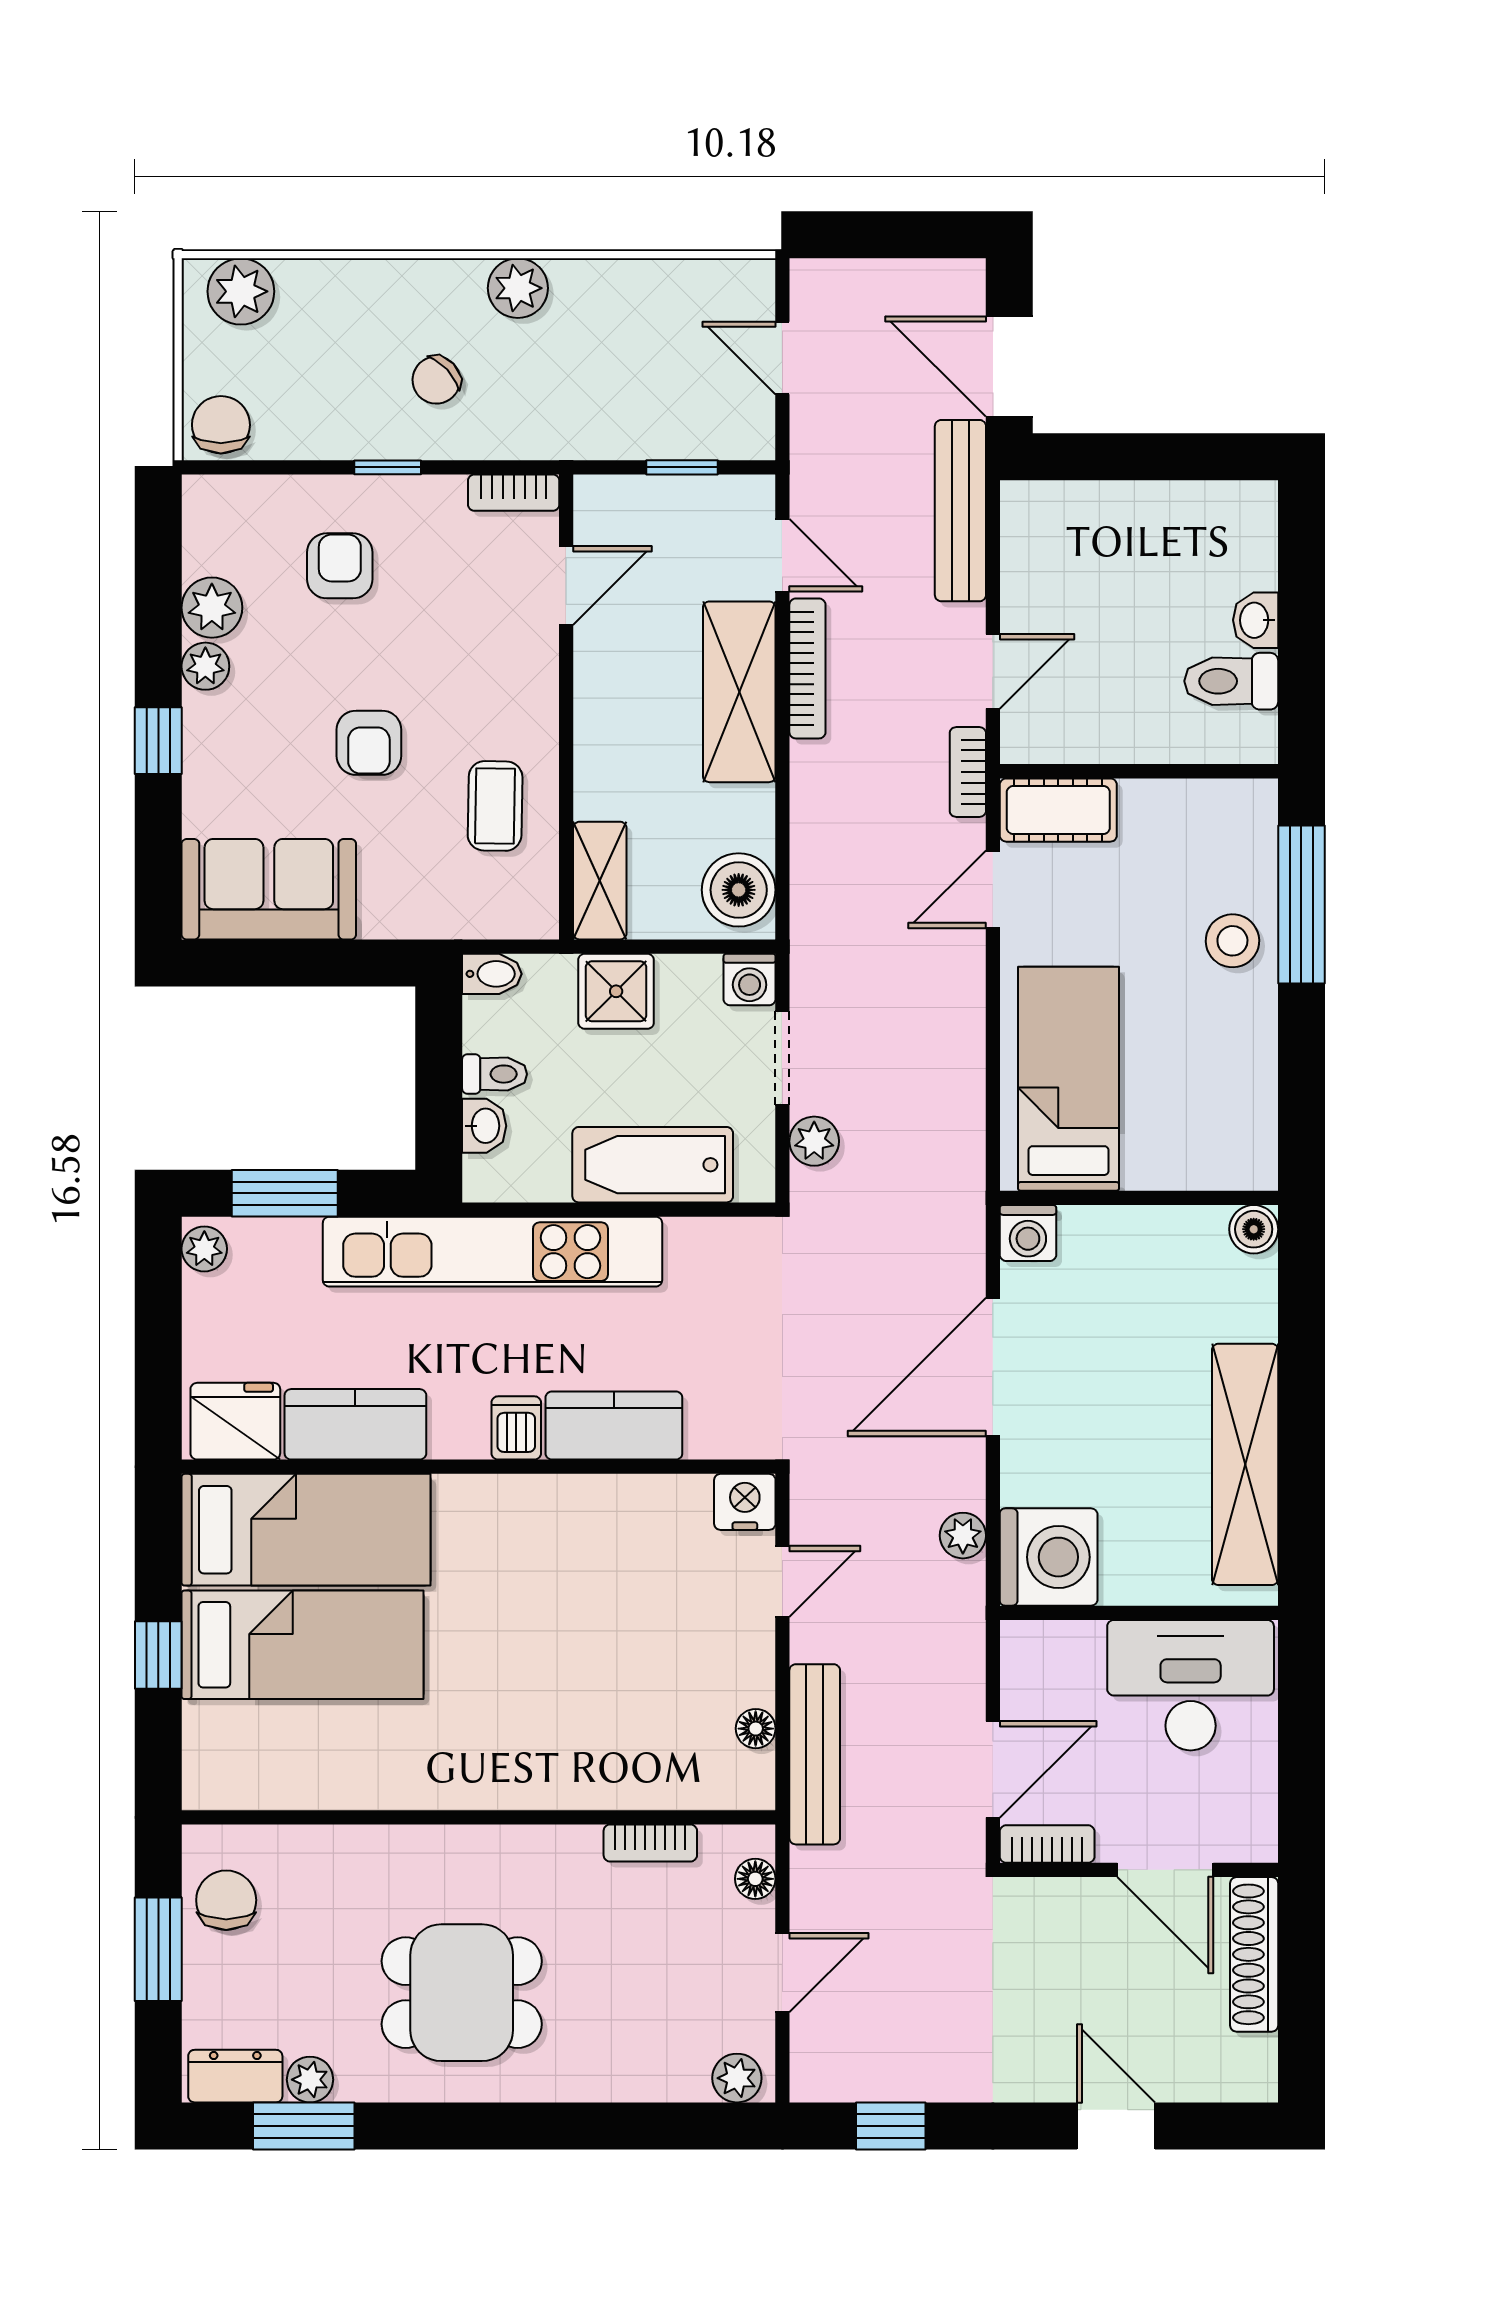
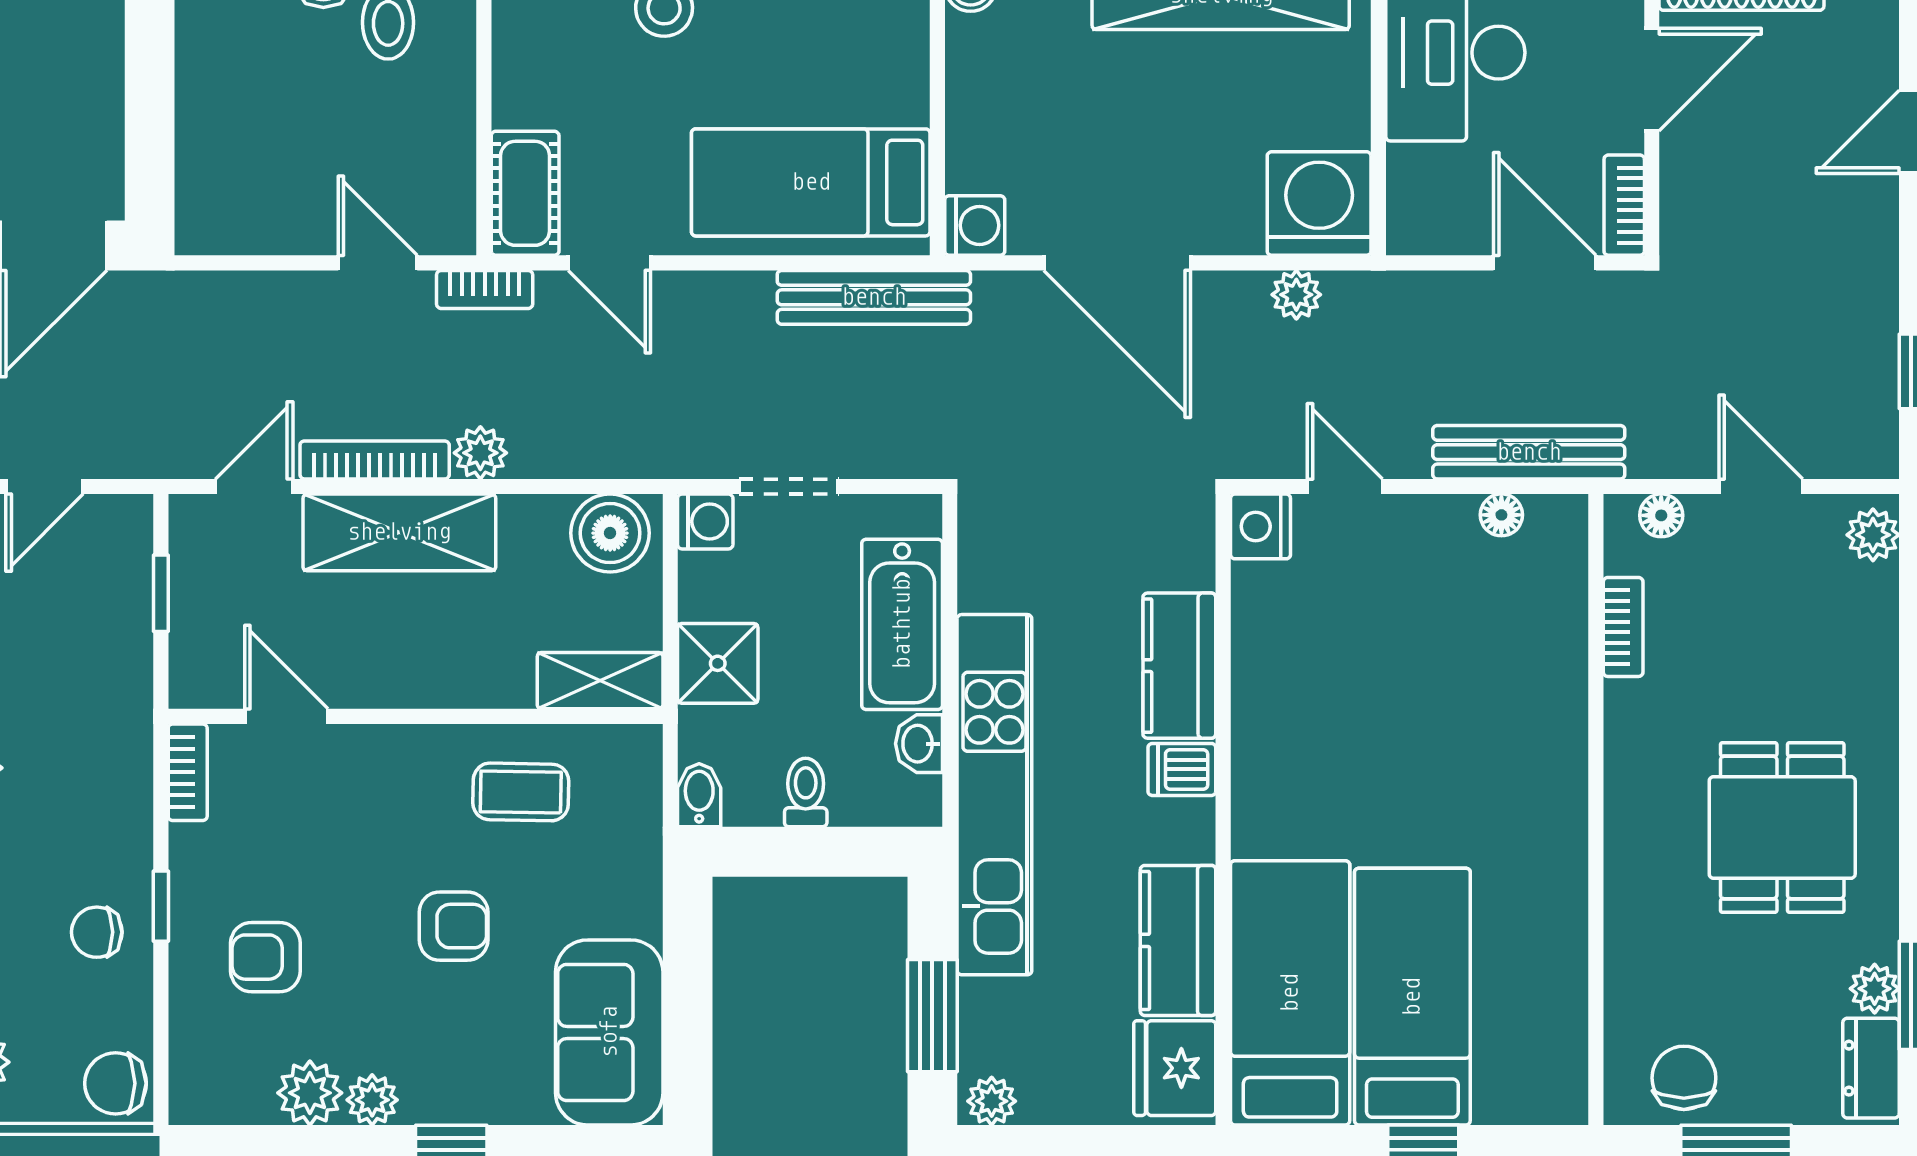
chair: (436, 380) -> (97, 932), moved, turned 133
bench: (960, 511) -> (874, 297), moved
washbasin: (484, 1126) -> (919, 744), moved, turned -90
plant: (814, 1141) -> (480, 453), moved
chair: (226, 1900) -> (1684, 1078), turned 90

